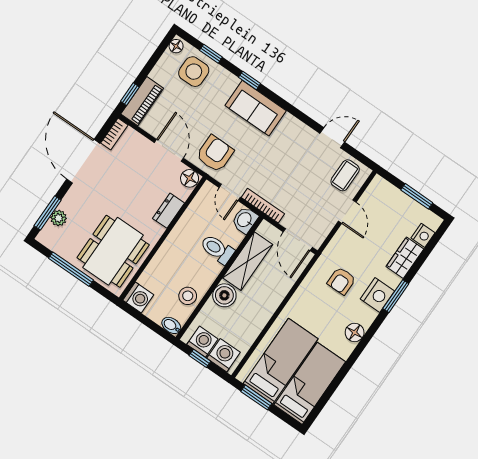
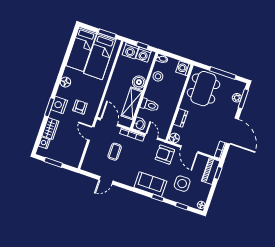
side table: (194, 72) -> (182, 184), moved
armchair: (215, 154) -> (165, 155), turned 90
coffee table: (345, 175) -> (115, 152), moved
door: (347, 212) -> (91, 133), moved

